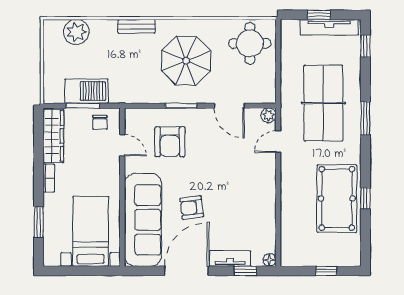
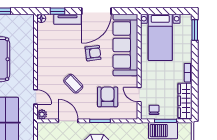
door: (278, 142) -> (36, 97), hinge flipped
coffee table: (221, 162) -> (73, 84), added
window: (39, 222) -> (195, 30), moved

